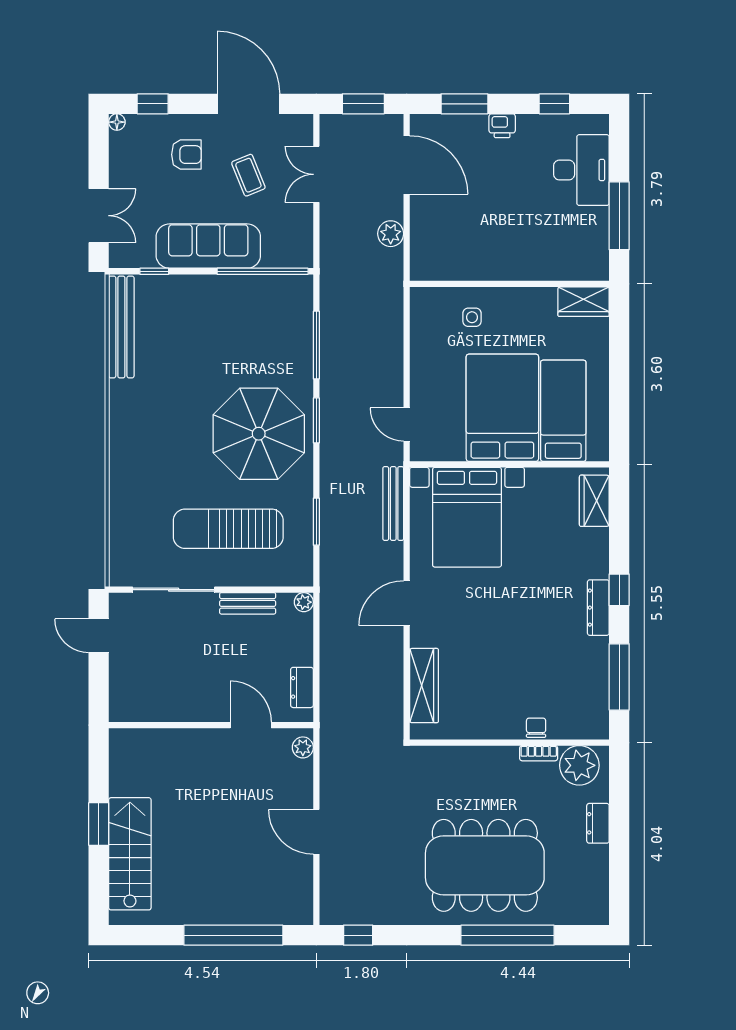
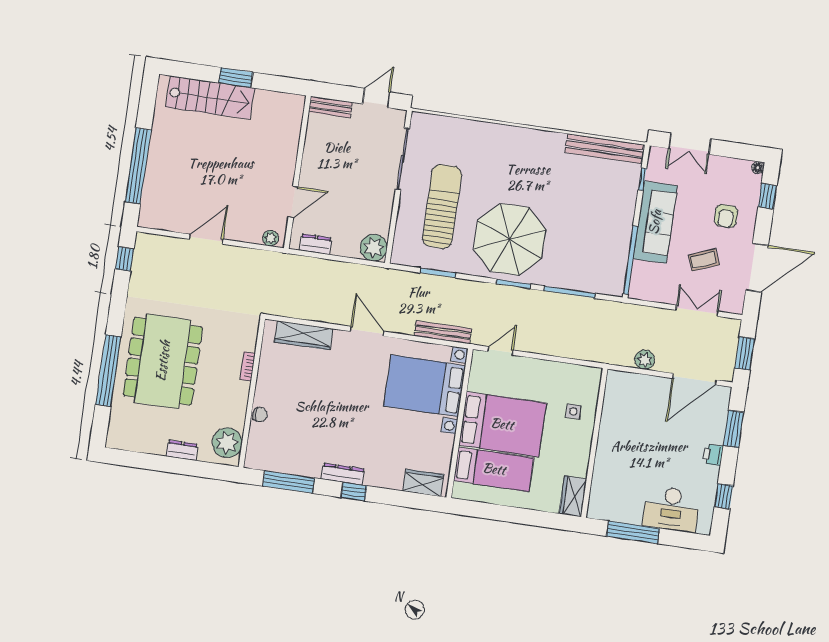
plant: (304, 602) -> (374, 248), width x1.88, depth x1.88
bench: (248, 603) -> (330, 107), moved, turned 90
bookcase: (539, 753) -> (248, 366), moved

